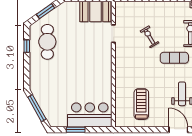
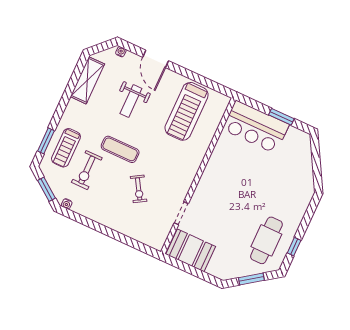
treadmill: (141, 104) -> (187, 111), width x1.37, depth x1.38
window: (37, 108) -> (317, 165), removed

